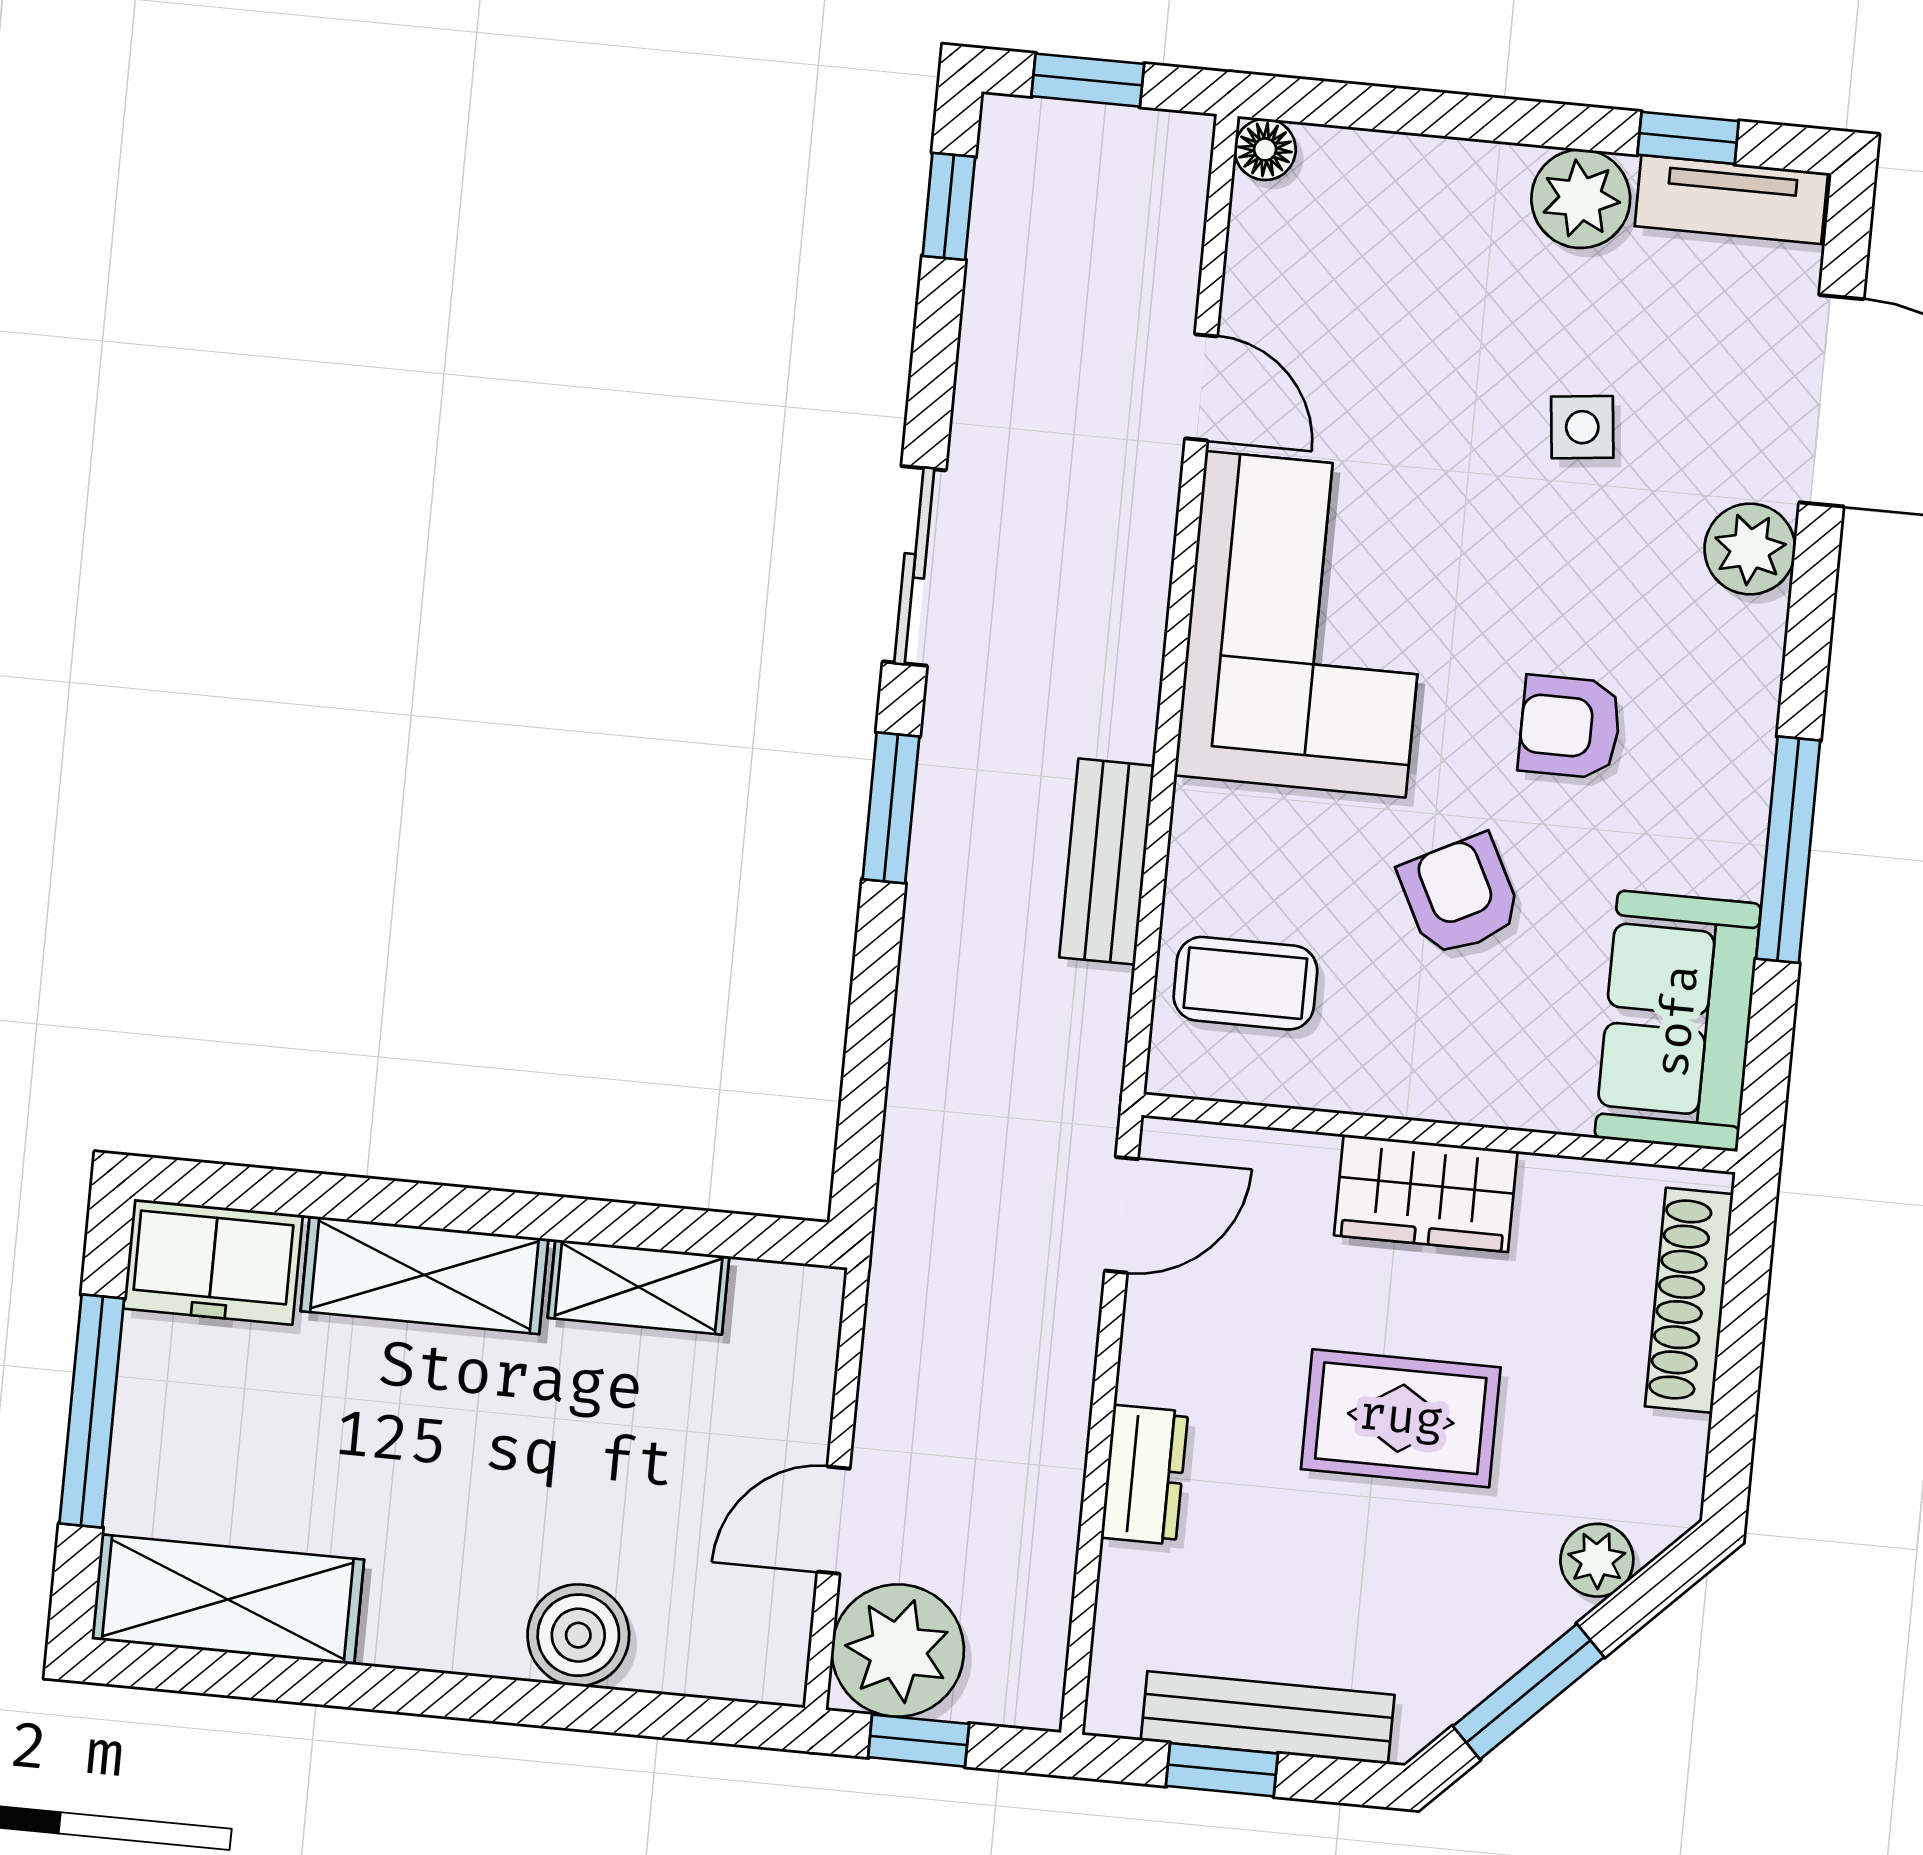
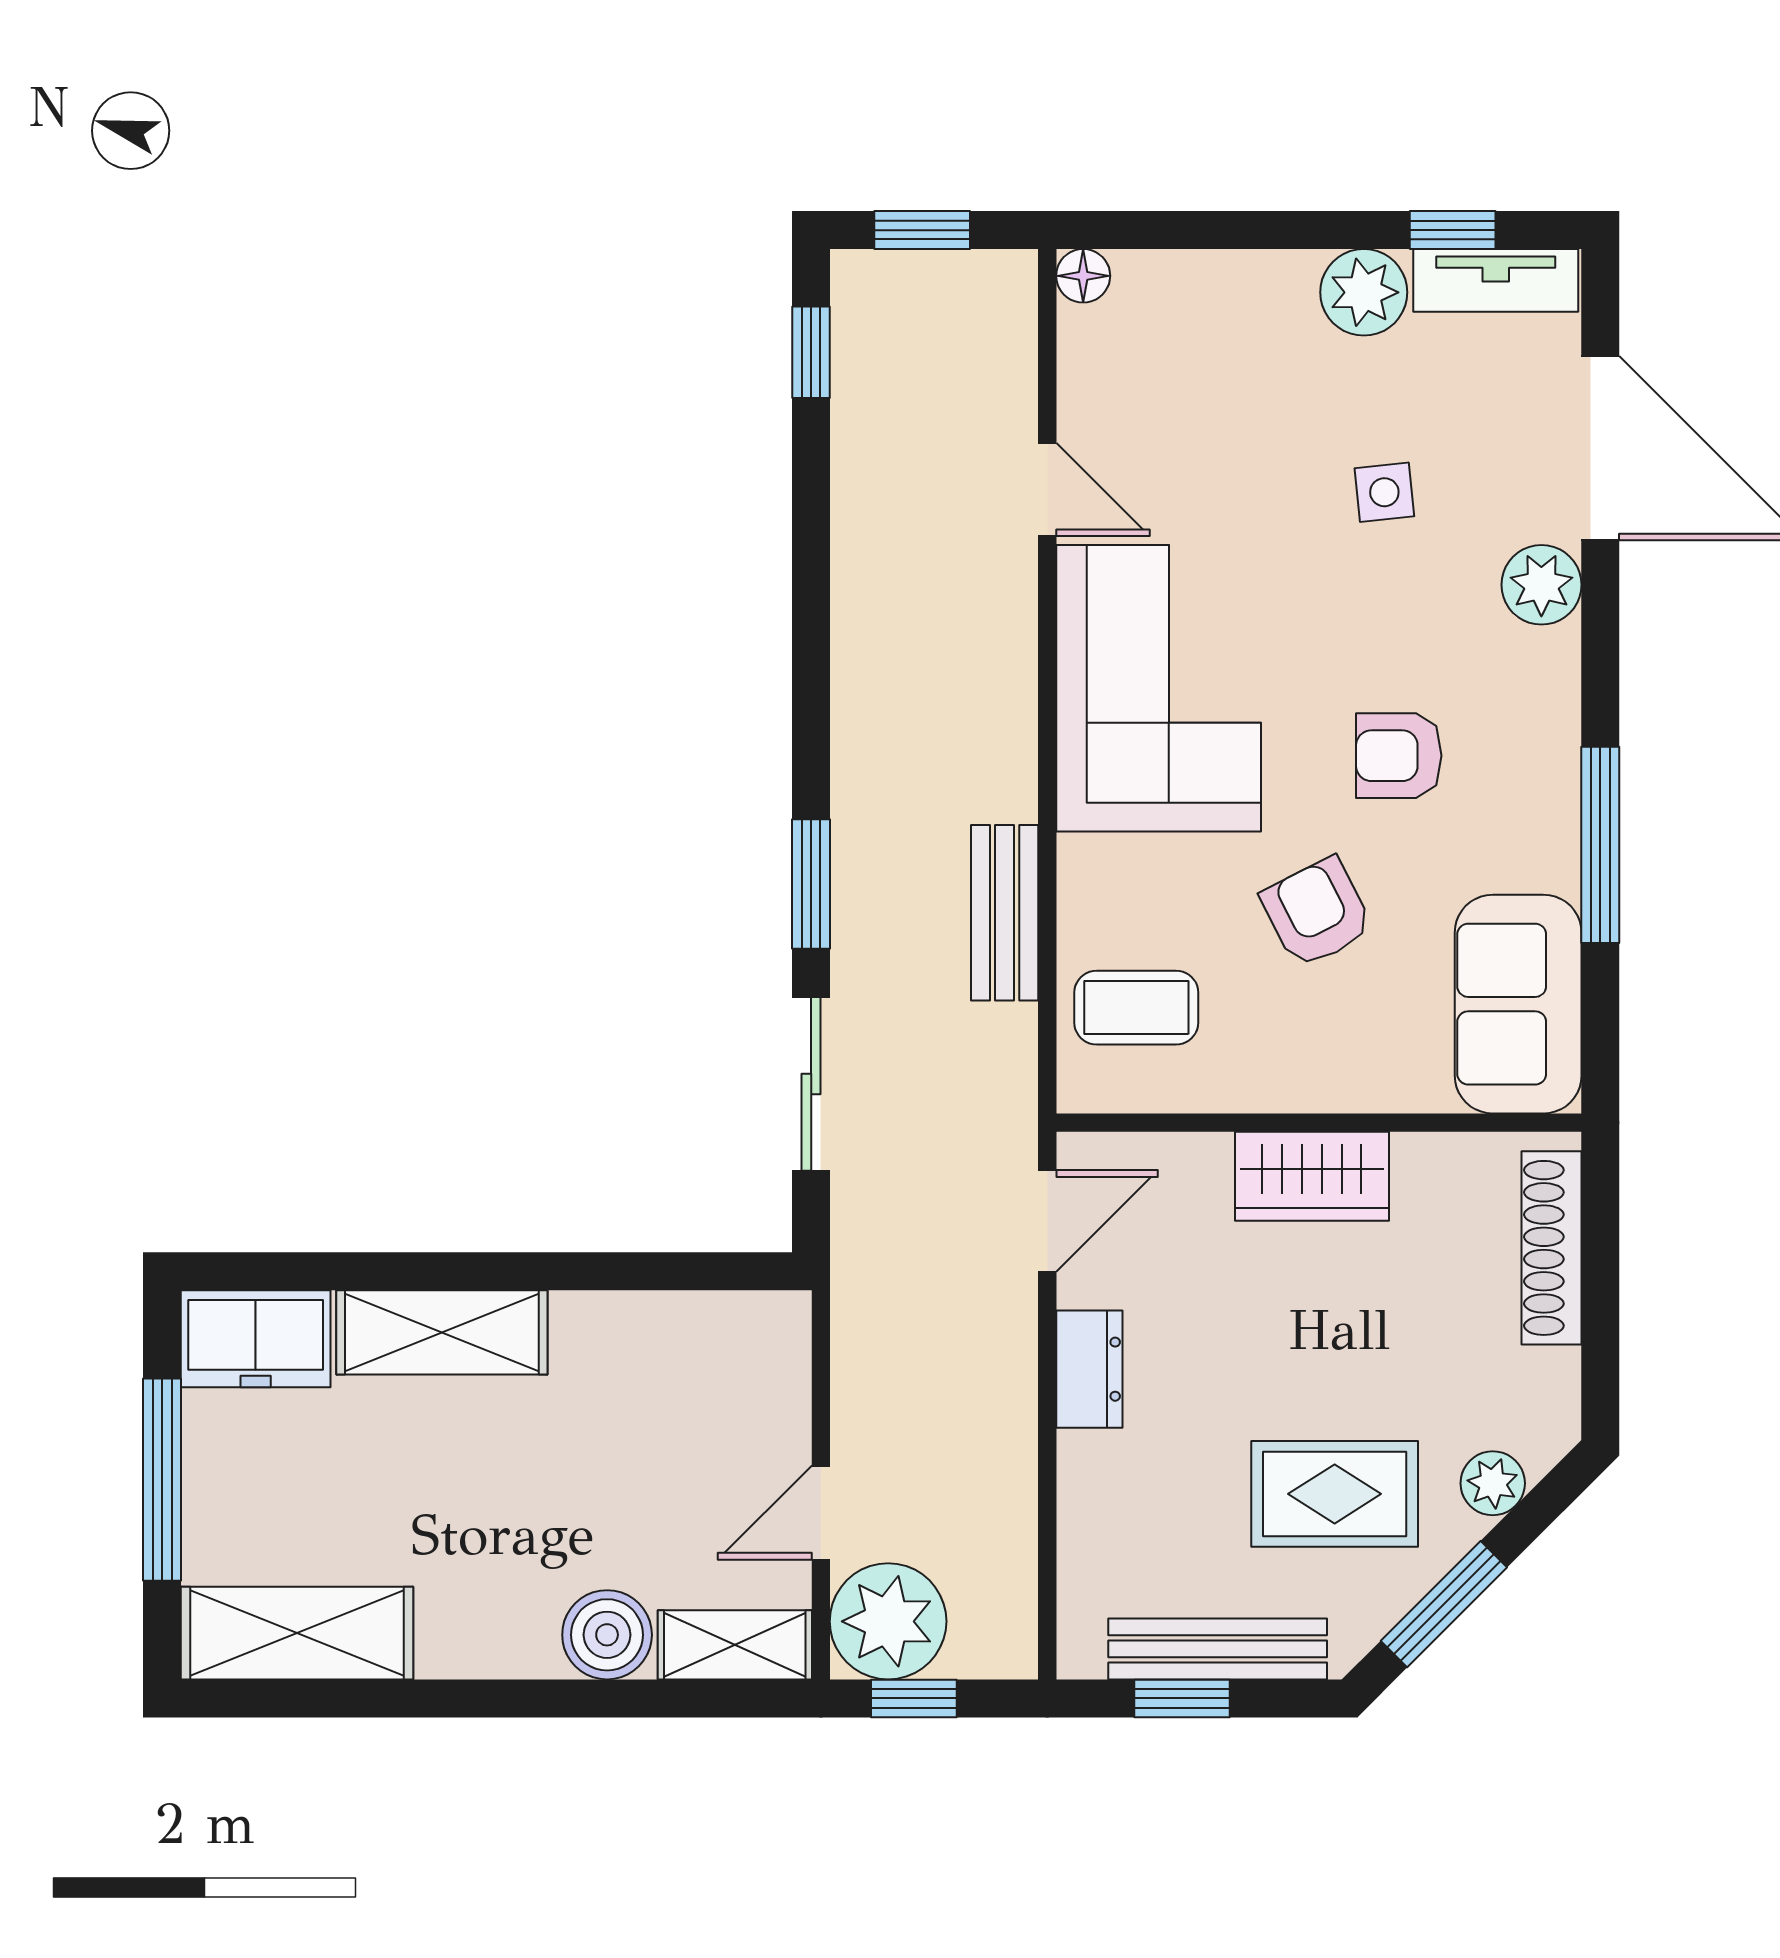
sliding door: (914, 566) -> (811, 1084), moved
shelving: (639, 1287) -> (735, 1645), moved
rug: (1401, 1418) -> (1335, 1494), moved
dresser: (1145, 1475) -> (1089, 1369), moved

